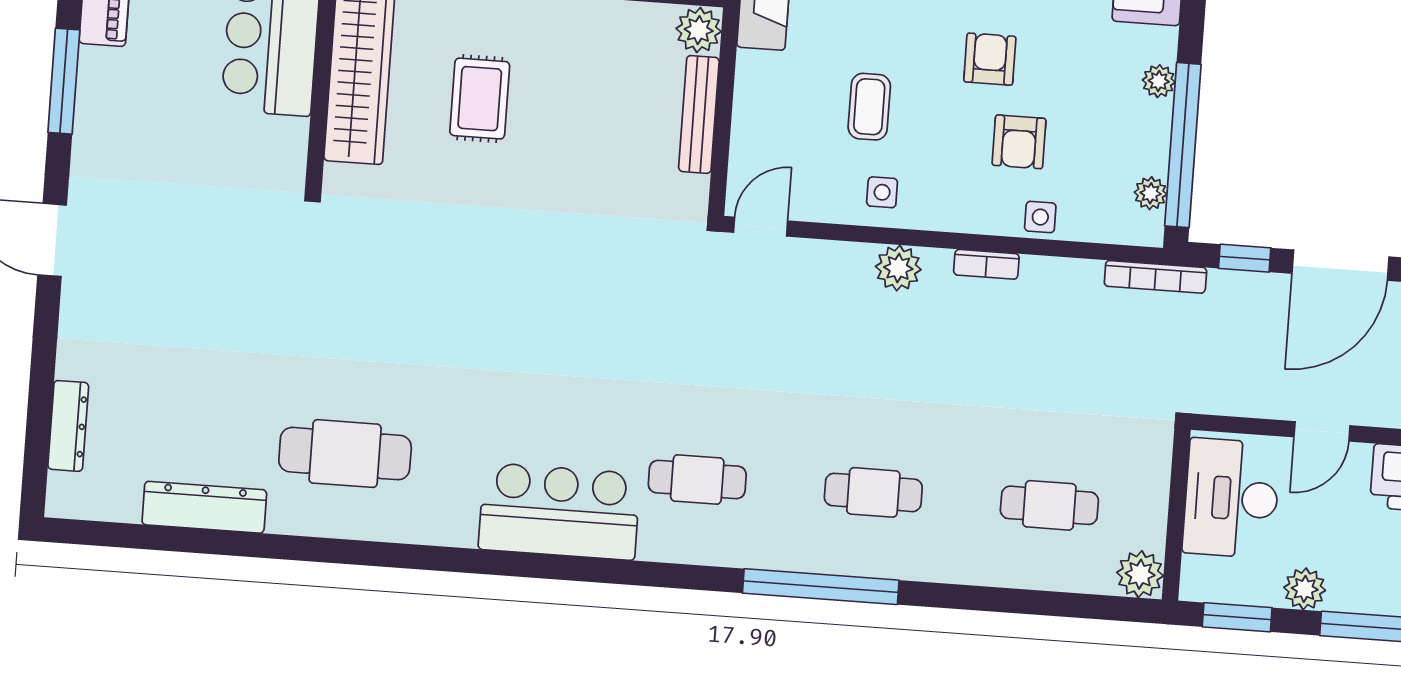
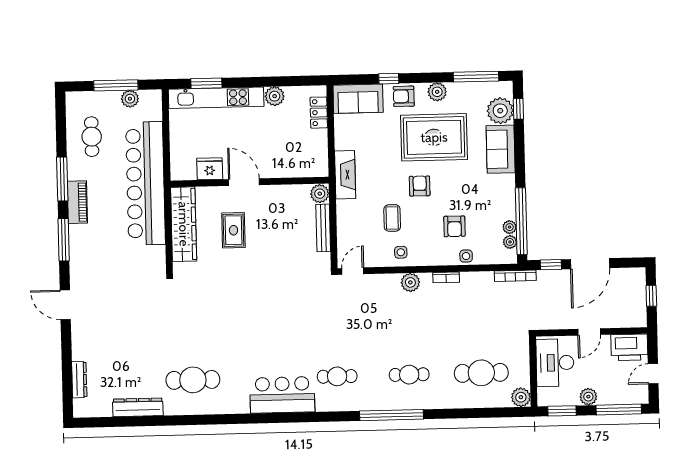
armchair: (990, 59) -> (420, 186), moved
plant: (1159, 81) -> (510, 227), moved
cafe table: (1049, 505) -> (481, 373), width x1.37, depth x1.35

